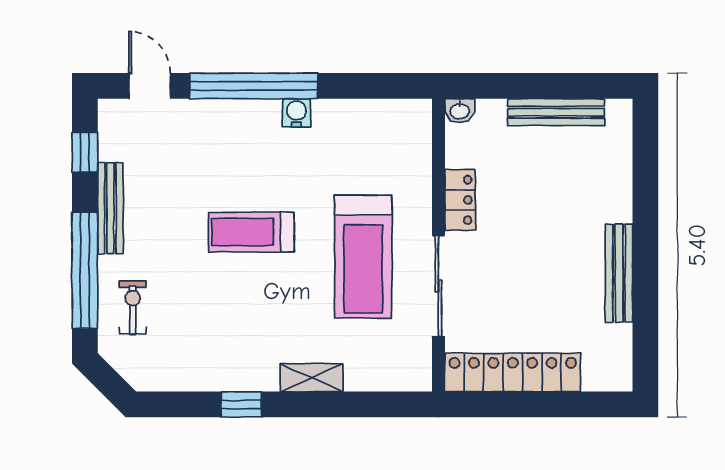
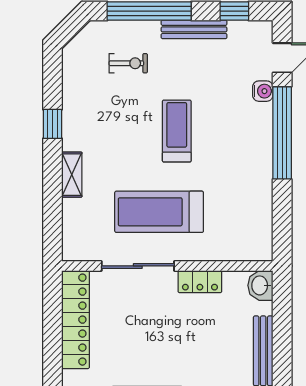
washbasin: (460, 111) -> (260, 285), width x1.38, depth x1.45
water cooler: (297, 113) -> (263, 91), moved
exercise bike: (133, 308) -> (128, 63), moved

